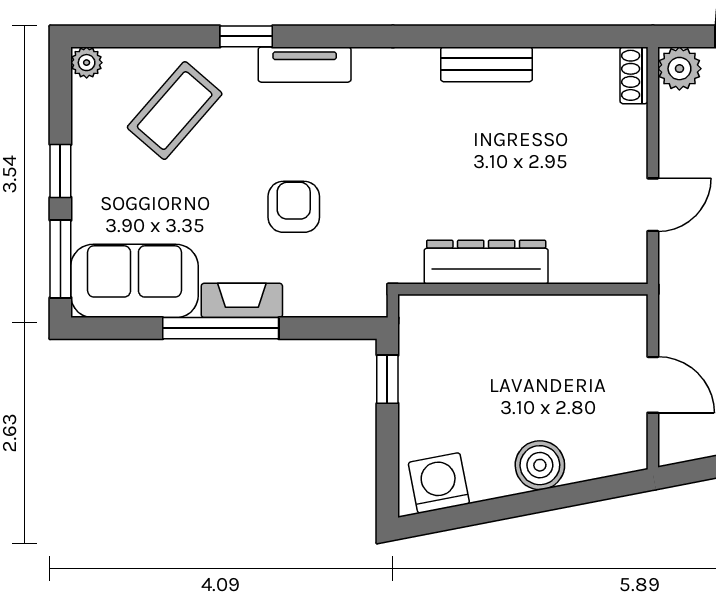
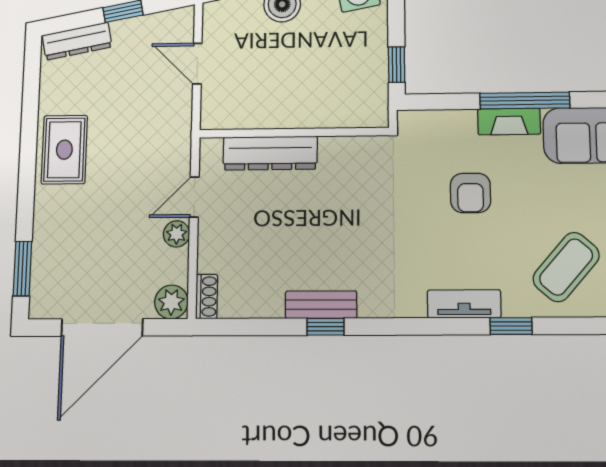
window: (481, 36) -> (326, 327), added
plant: (675, 157) -> (177, 234), added
dresser: (486, 262) -> (270, 153), moved

